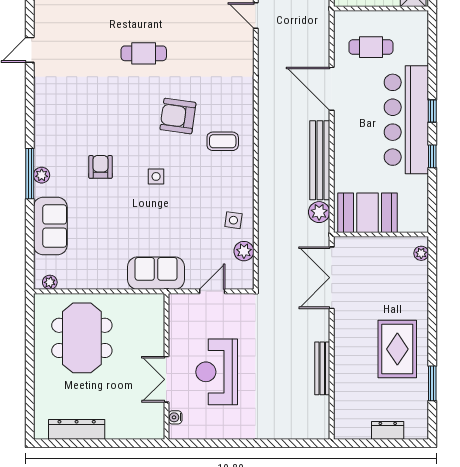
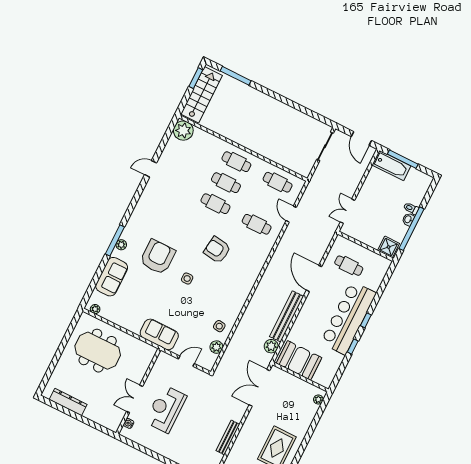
cafe table: (144, 17) -> (226, 183), added
cafe table: (215, 53) -> (257, 224), added
coffee table: (223, 141) -> (236, 277), removed
armchair: (101, 167) -> (158, 257), width x1.88, depth x1.88
meeting table: (82, 338) -> (98, 351), turned 90

